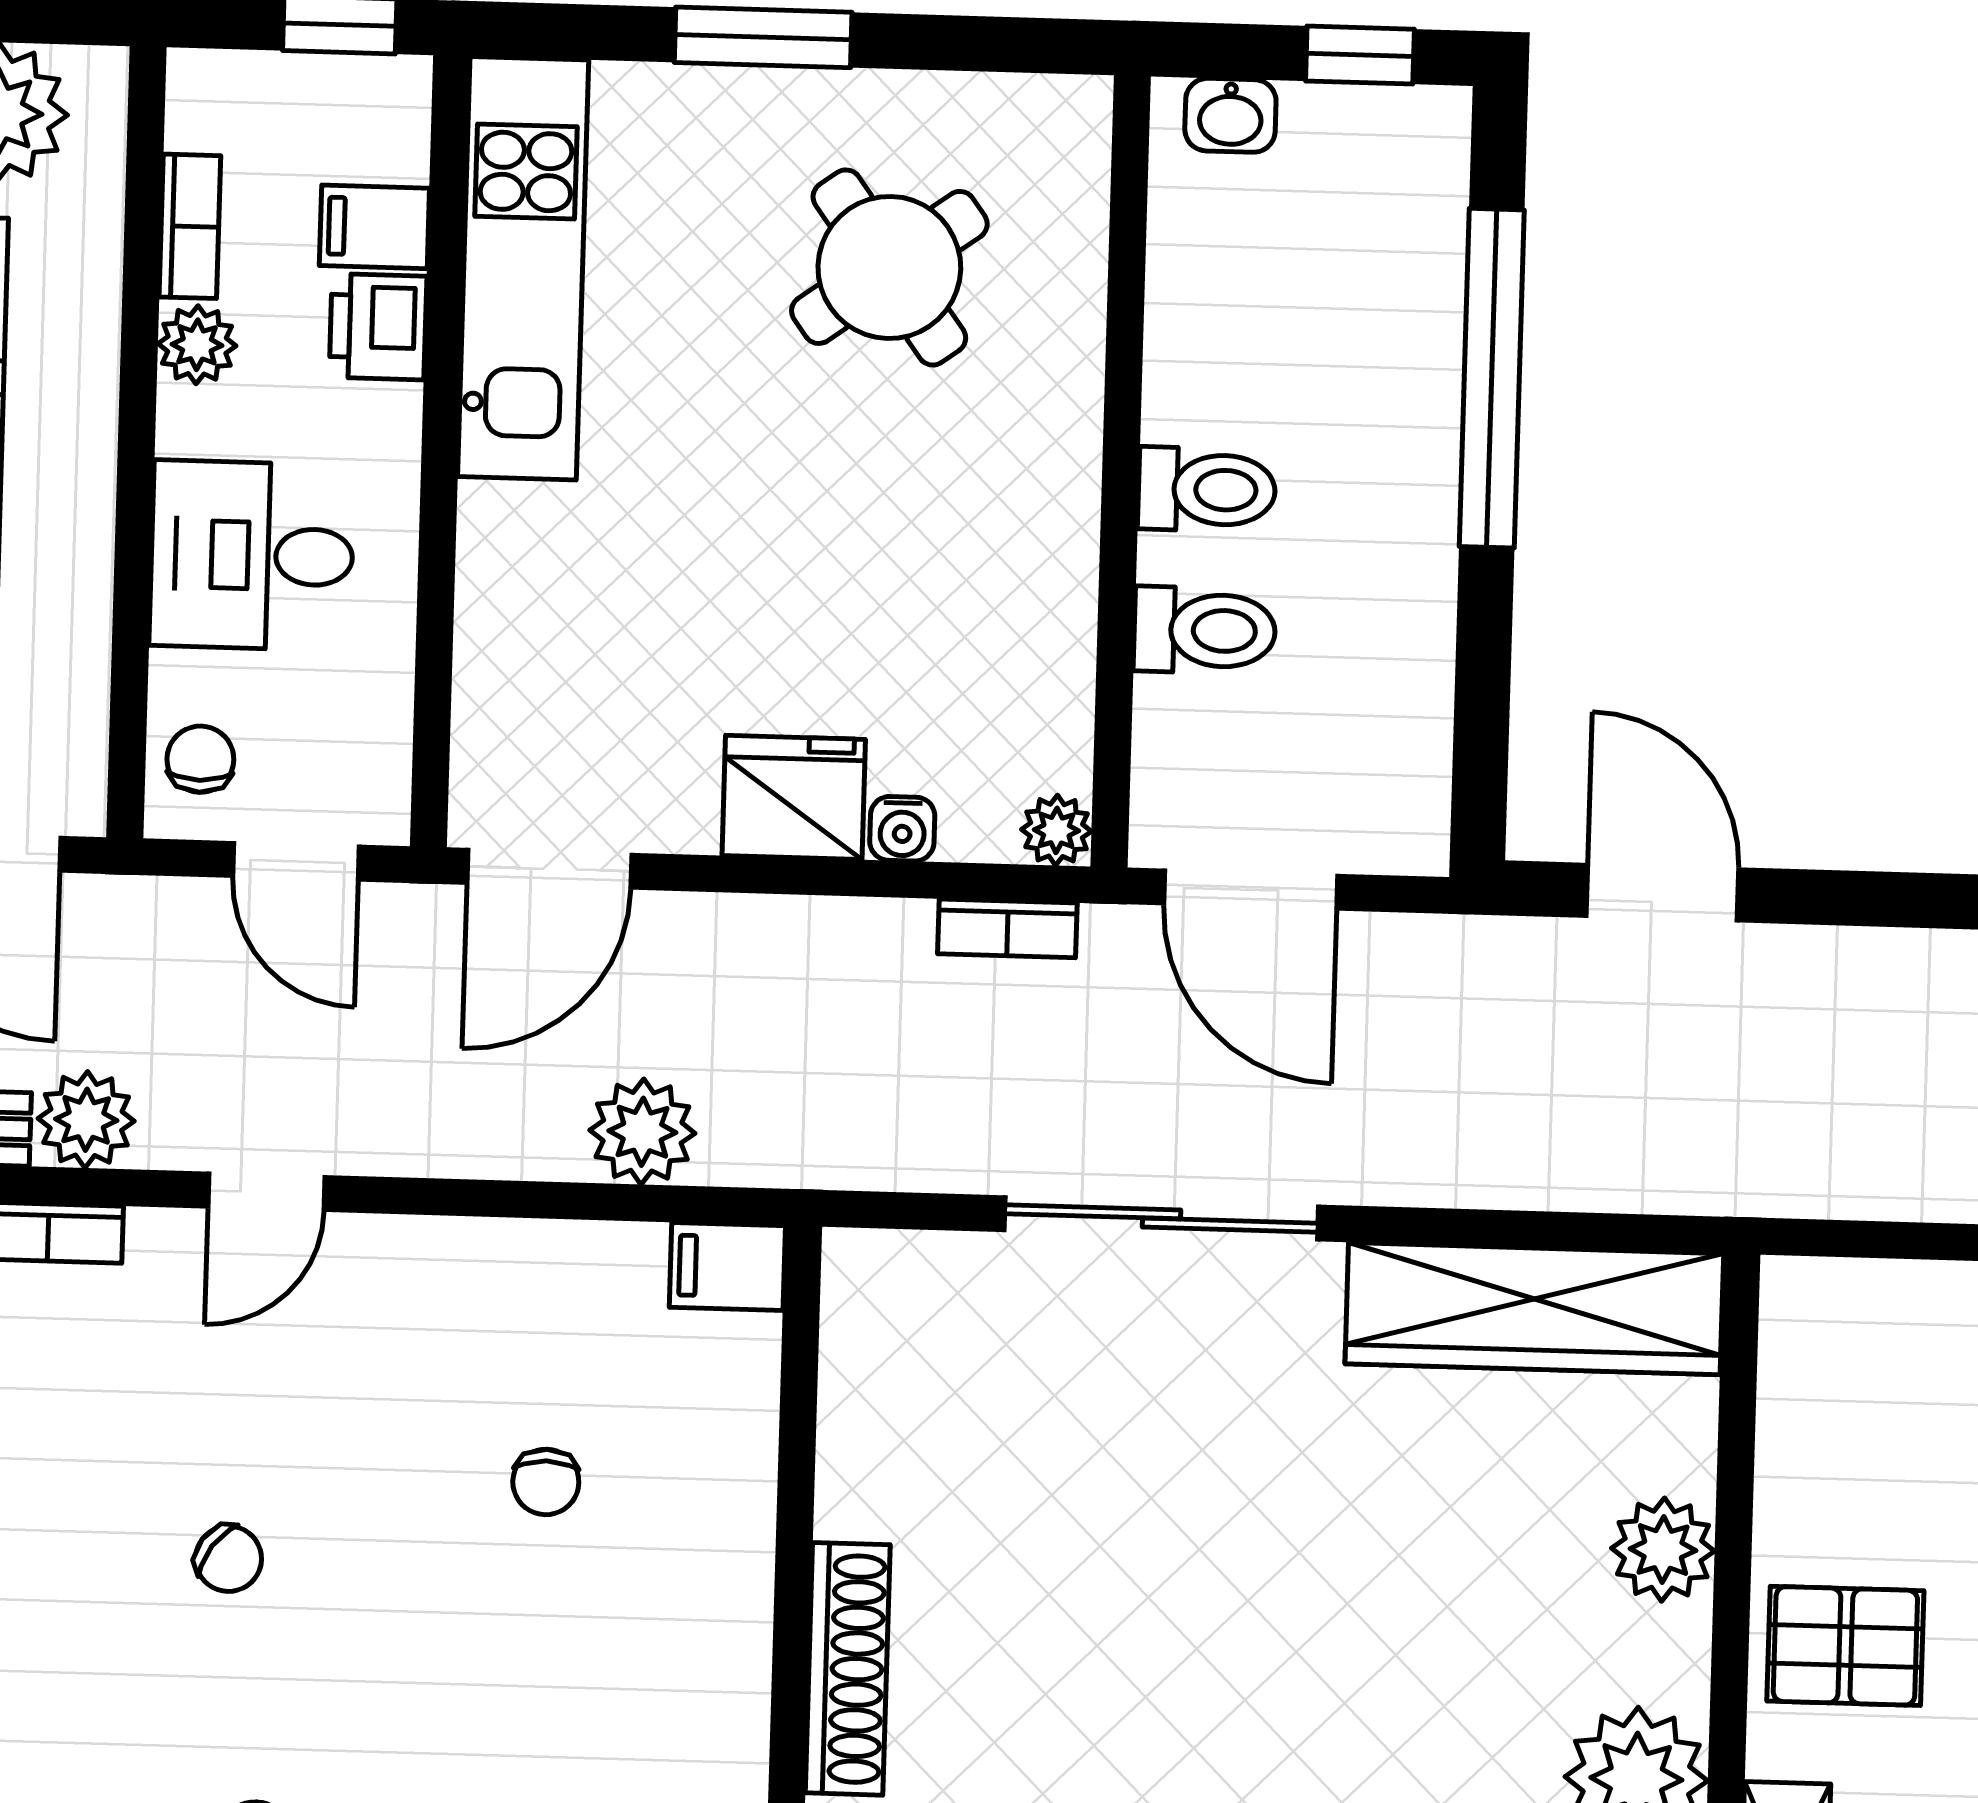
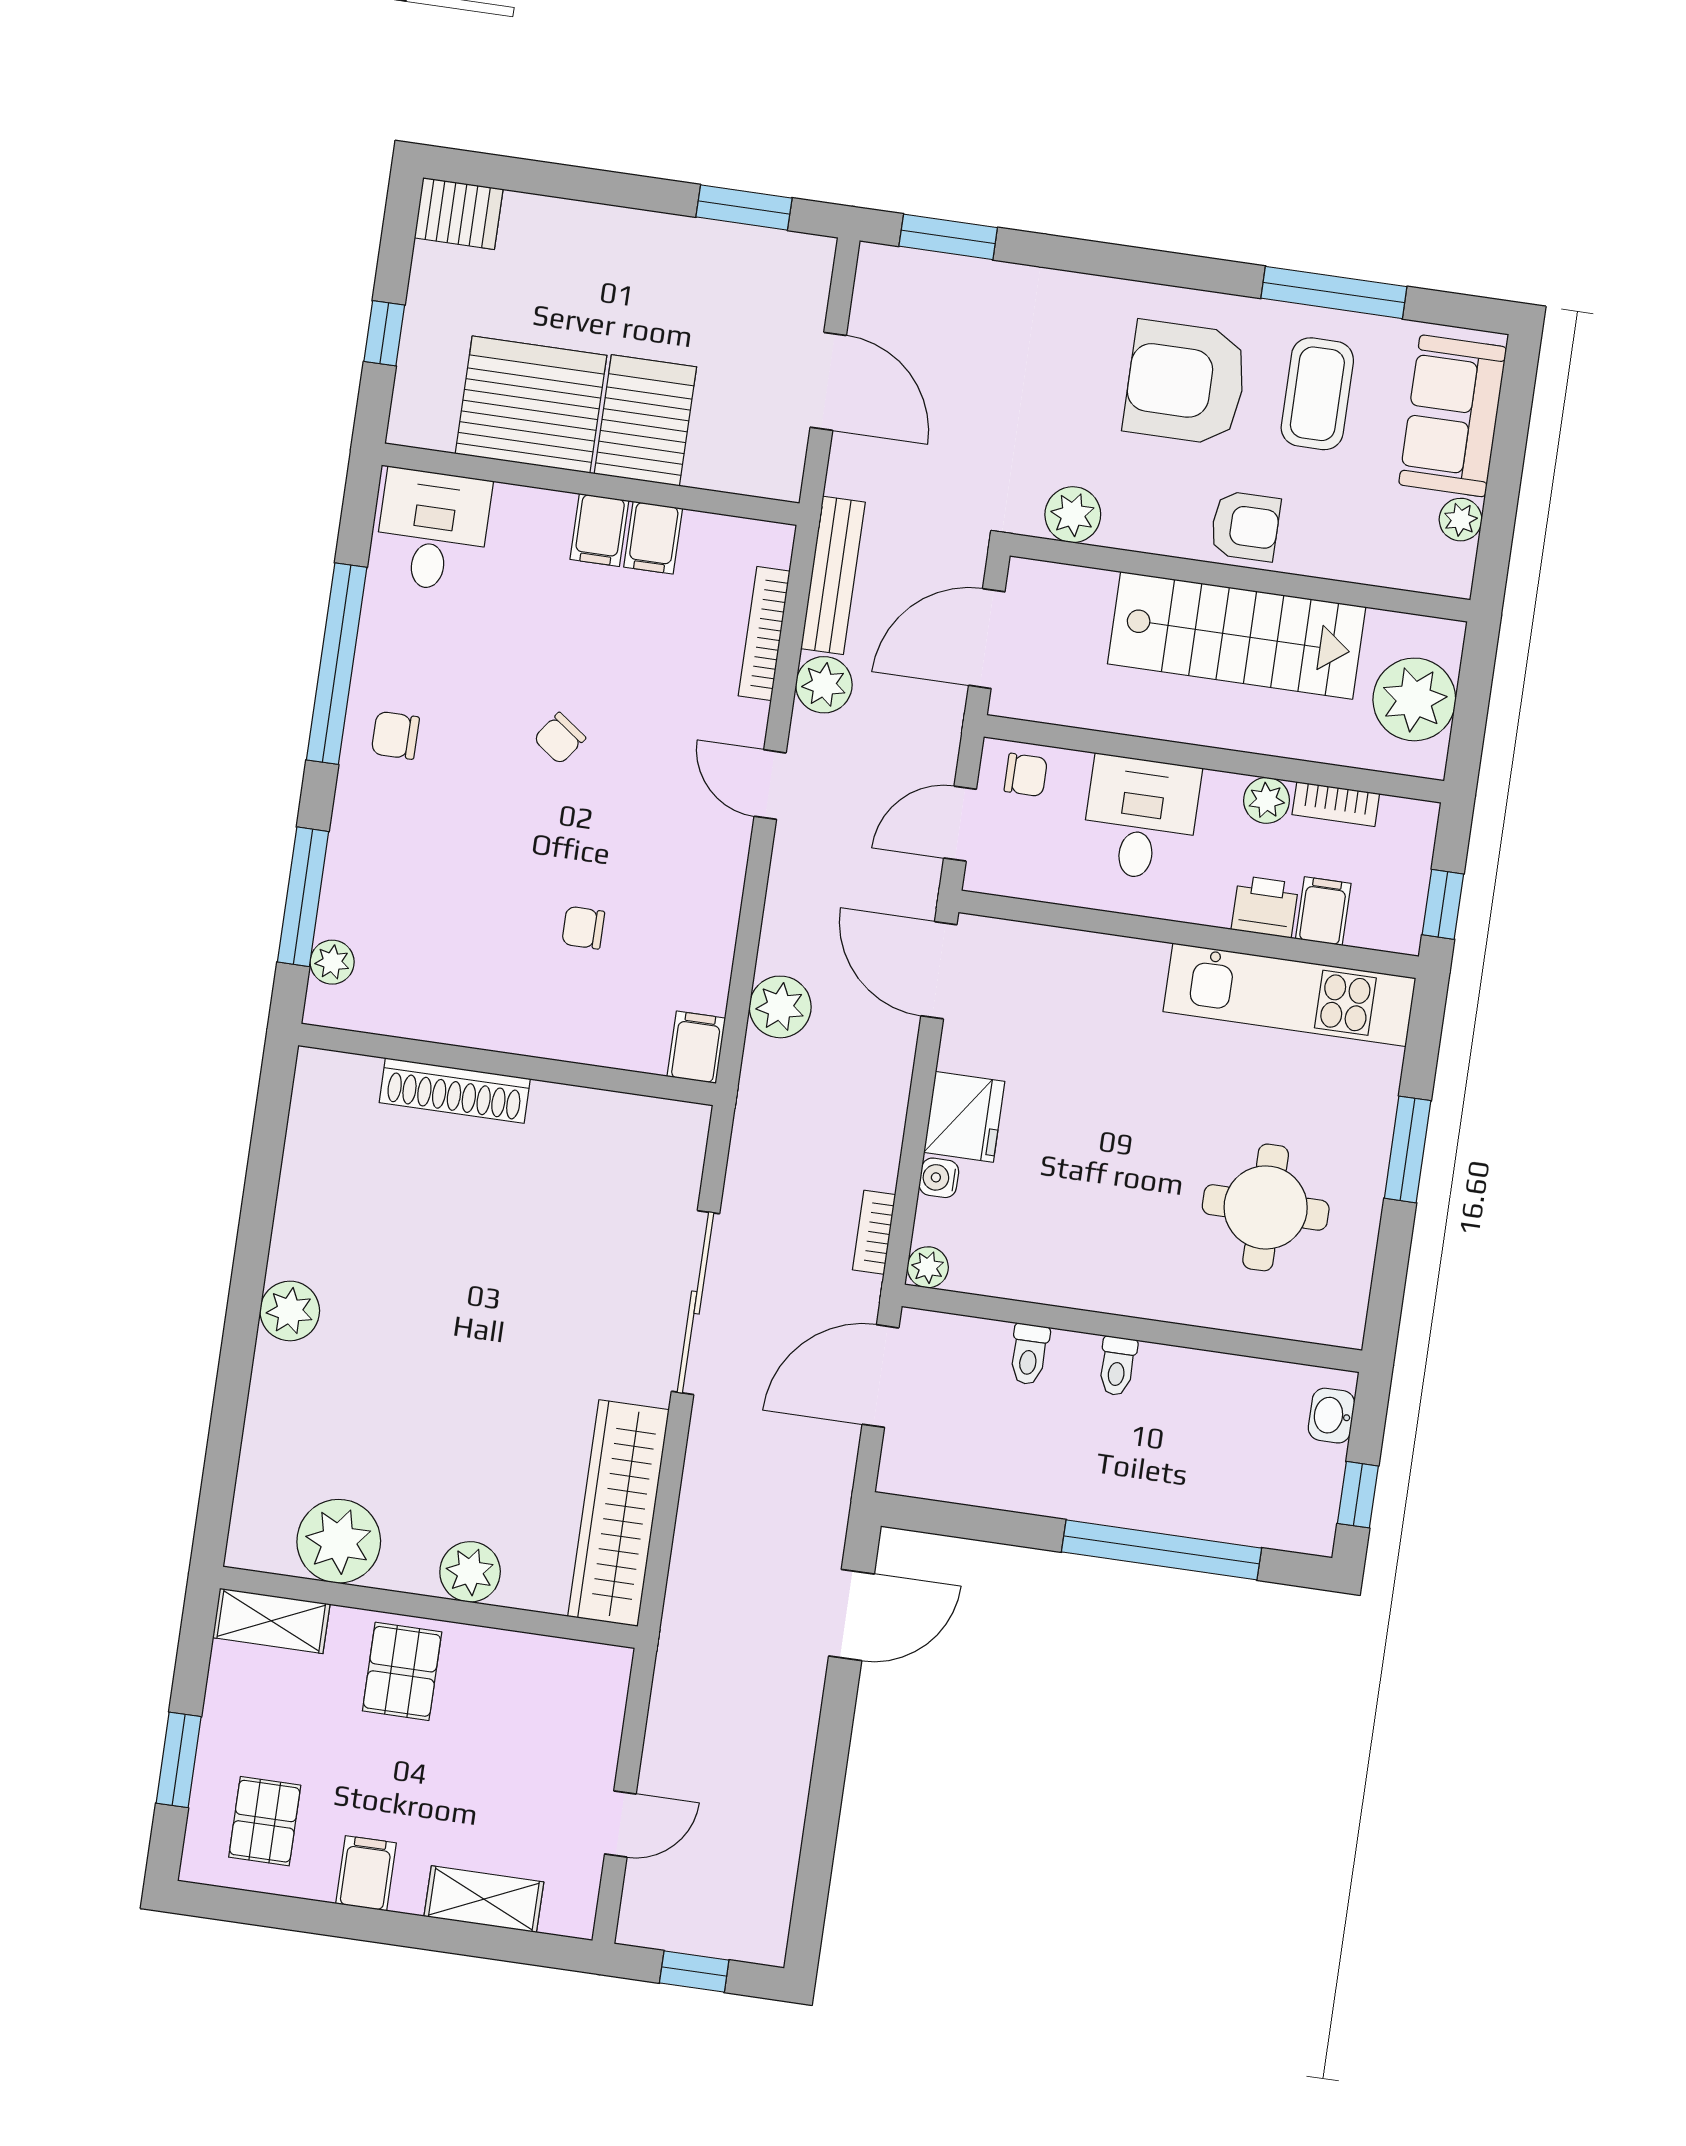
round table: (889, 267) -> (1266, 1207), turned 36
toilet: (1207, 490) -> (1117, 1366), width x0.73, depth x0.72
toilet: (1205, 630) -> (1029, 1354), width x0.73, depth x0.72

